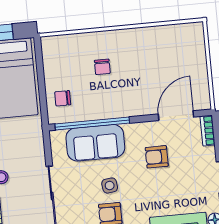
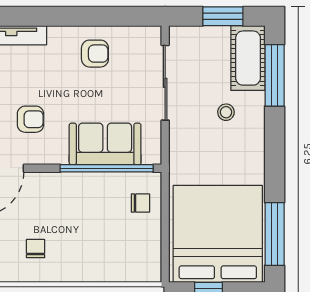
chair: (102, 67) -> (36, 249), moved
side table: (110, 186) -> (92, 89), removed

